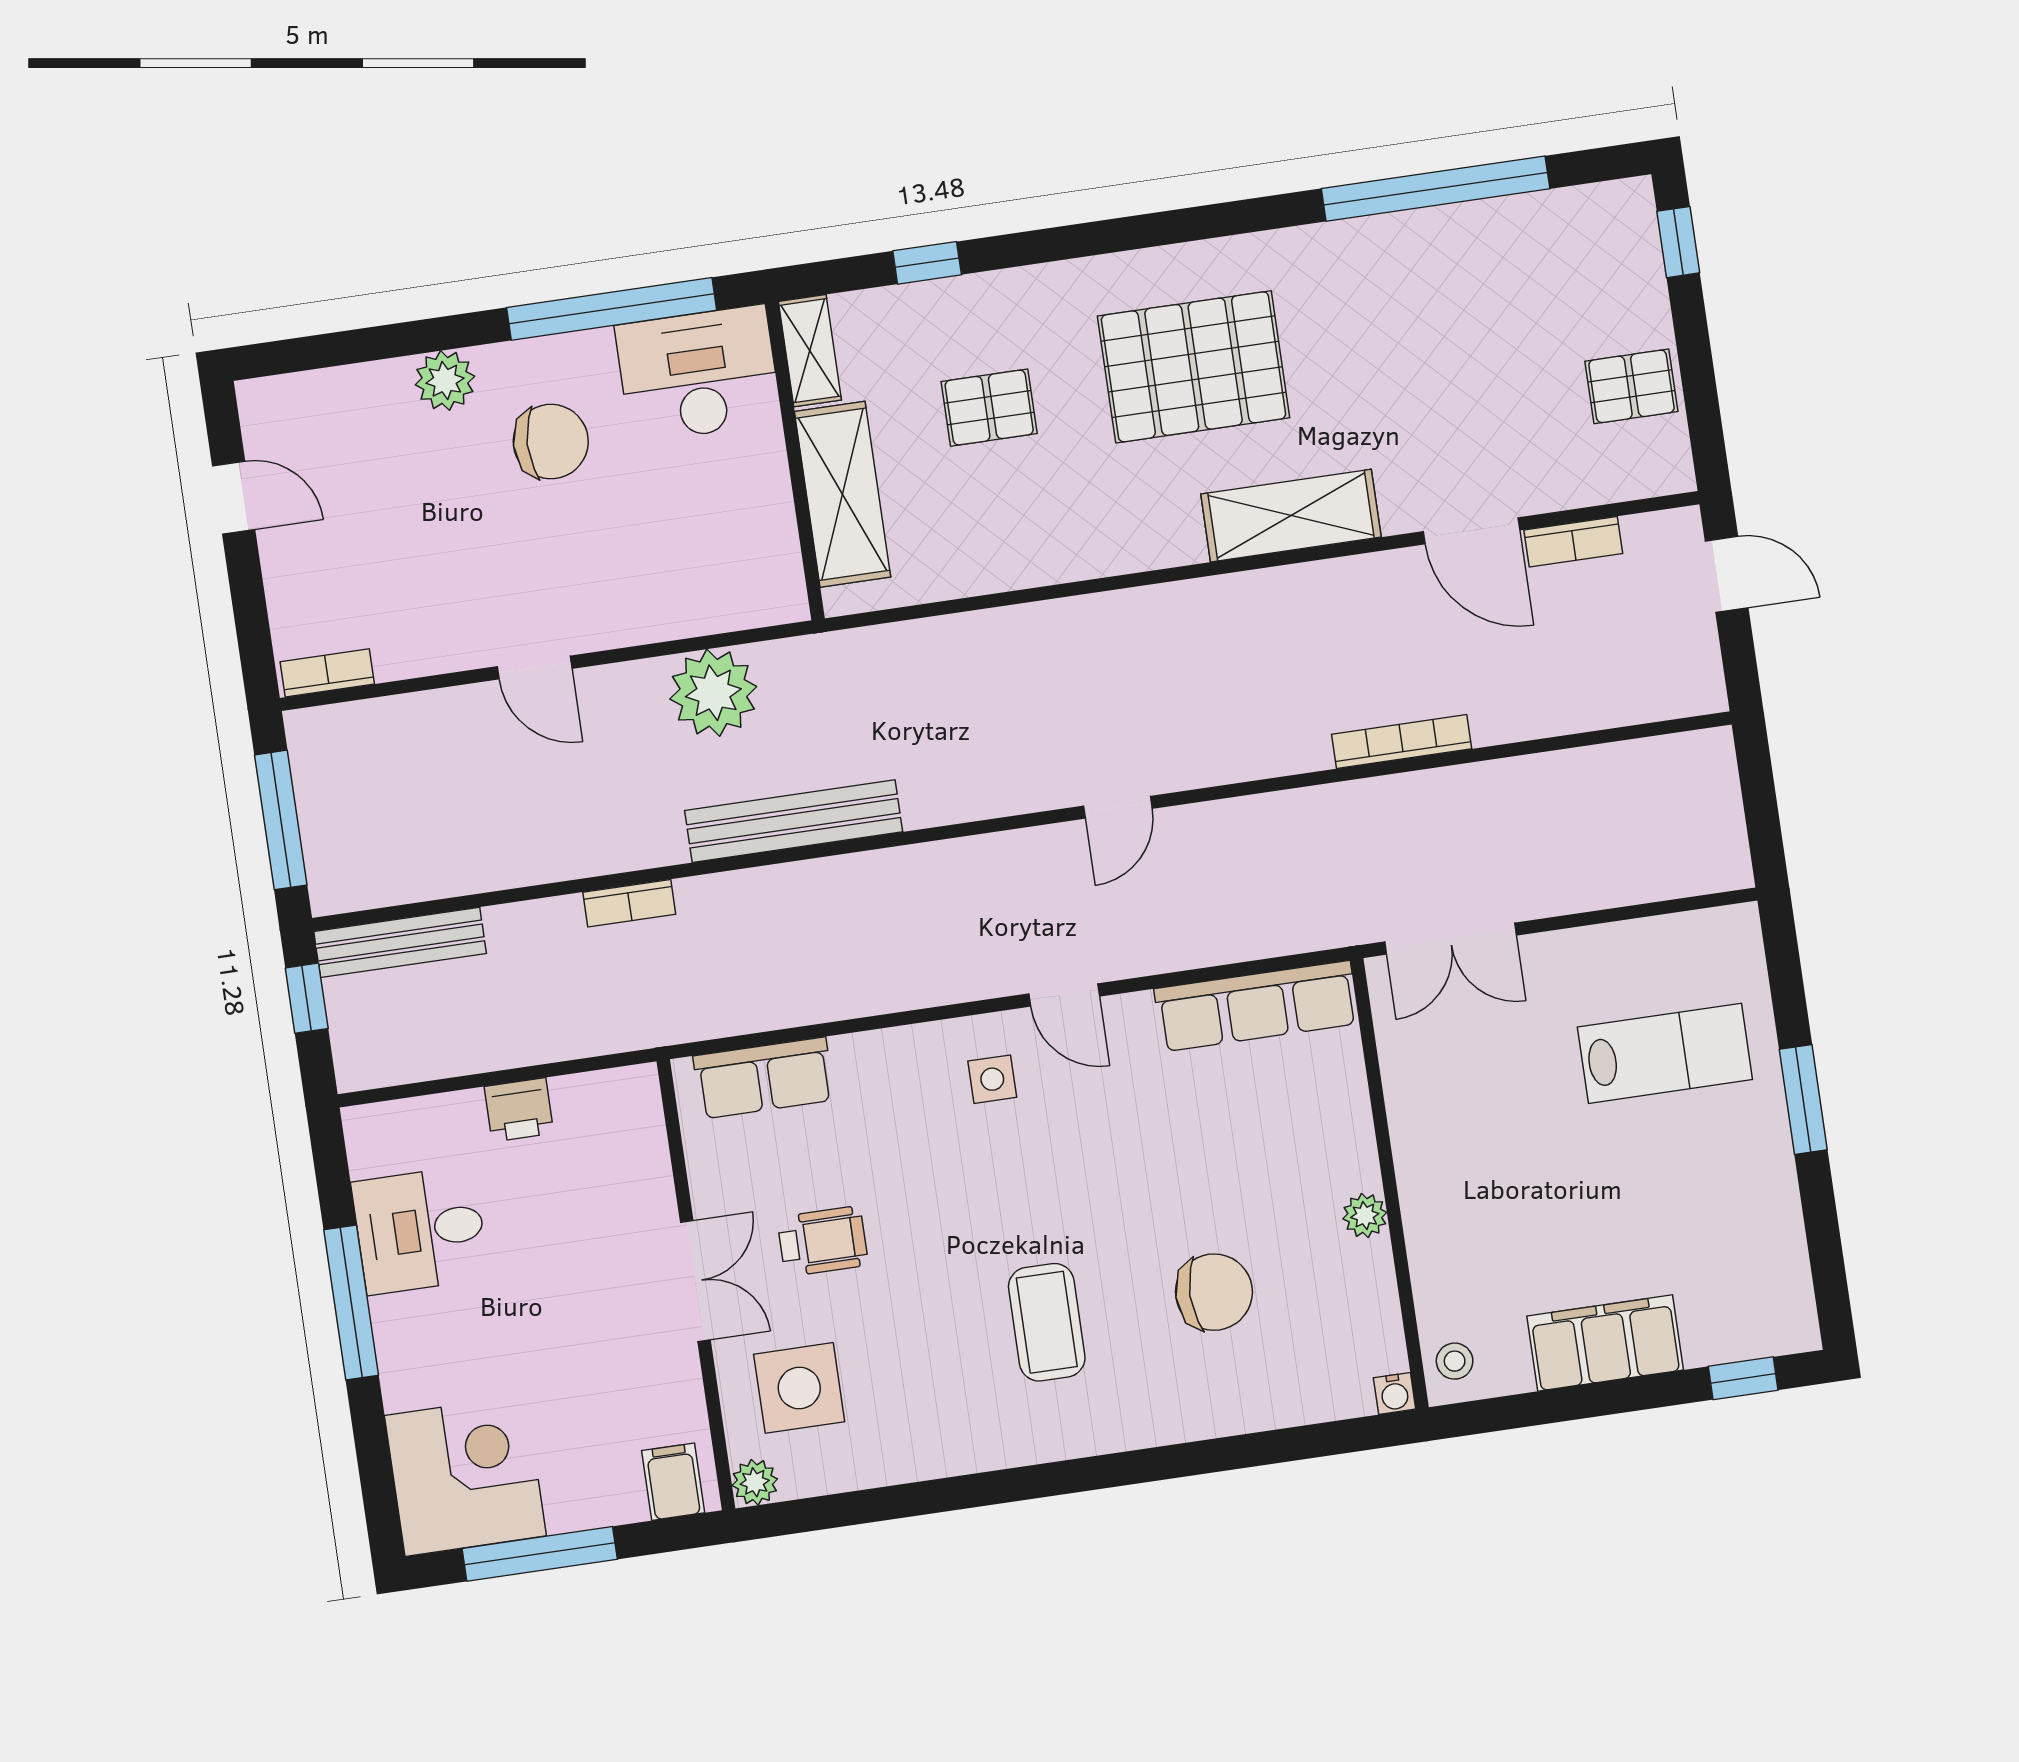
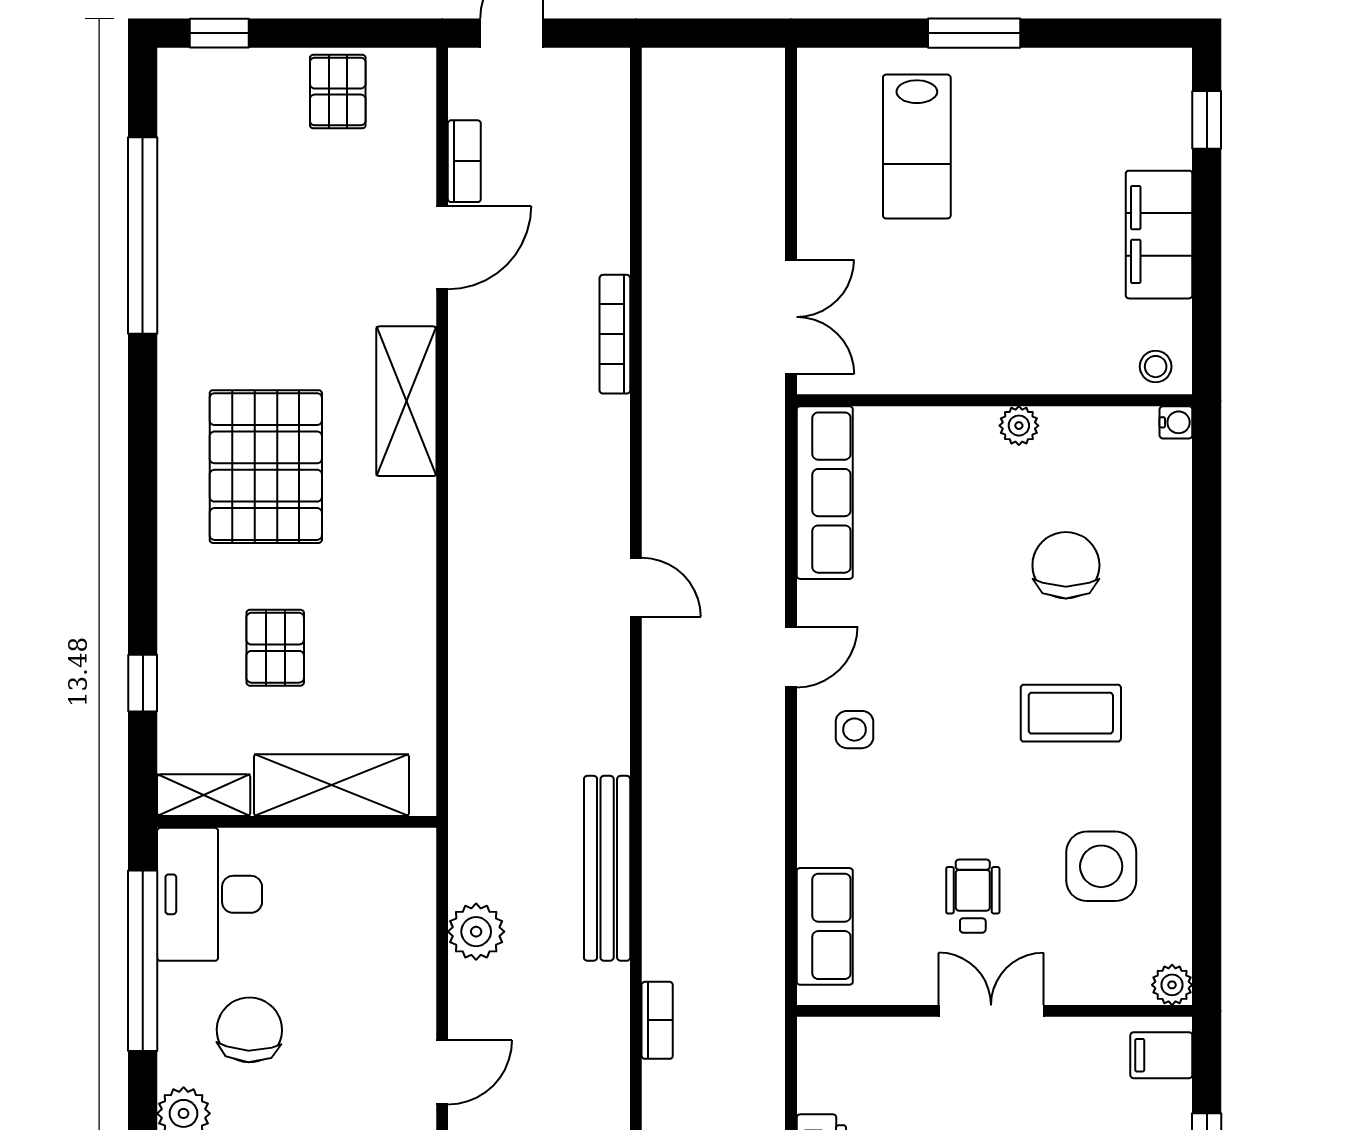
plant: (713, 693) -> (476, 932), width x0.73, depth x0.73
lab bench: (1665, 1053) -> (917, 147), turned 180
side table: (799, 1388) -> (1101, 866), moved

